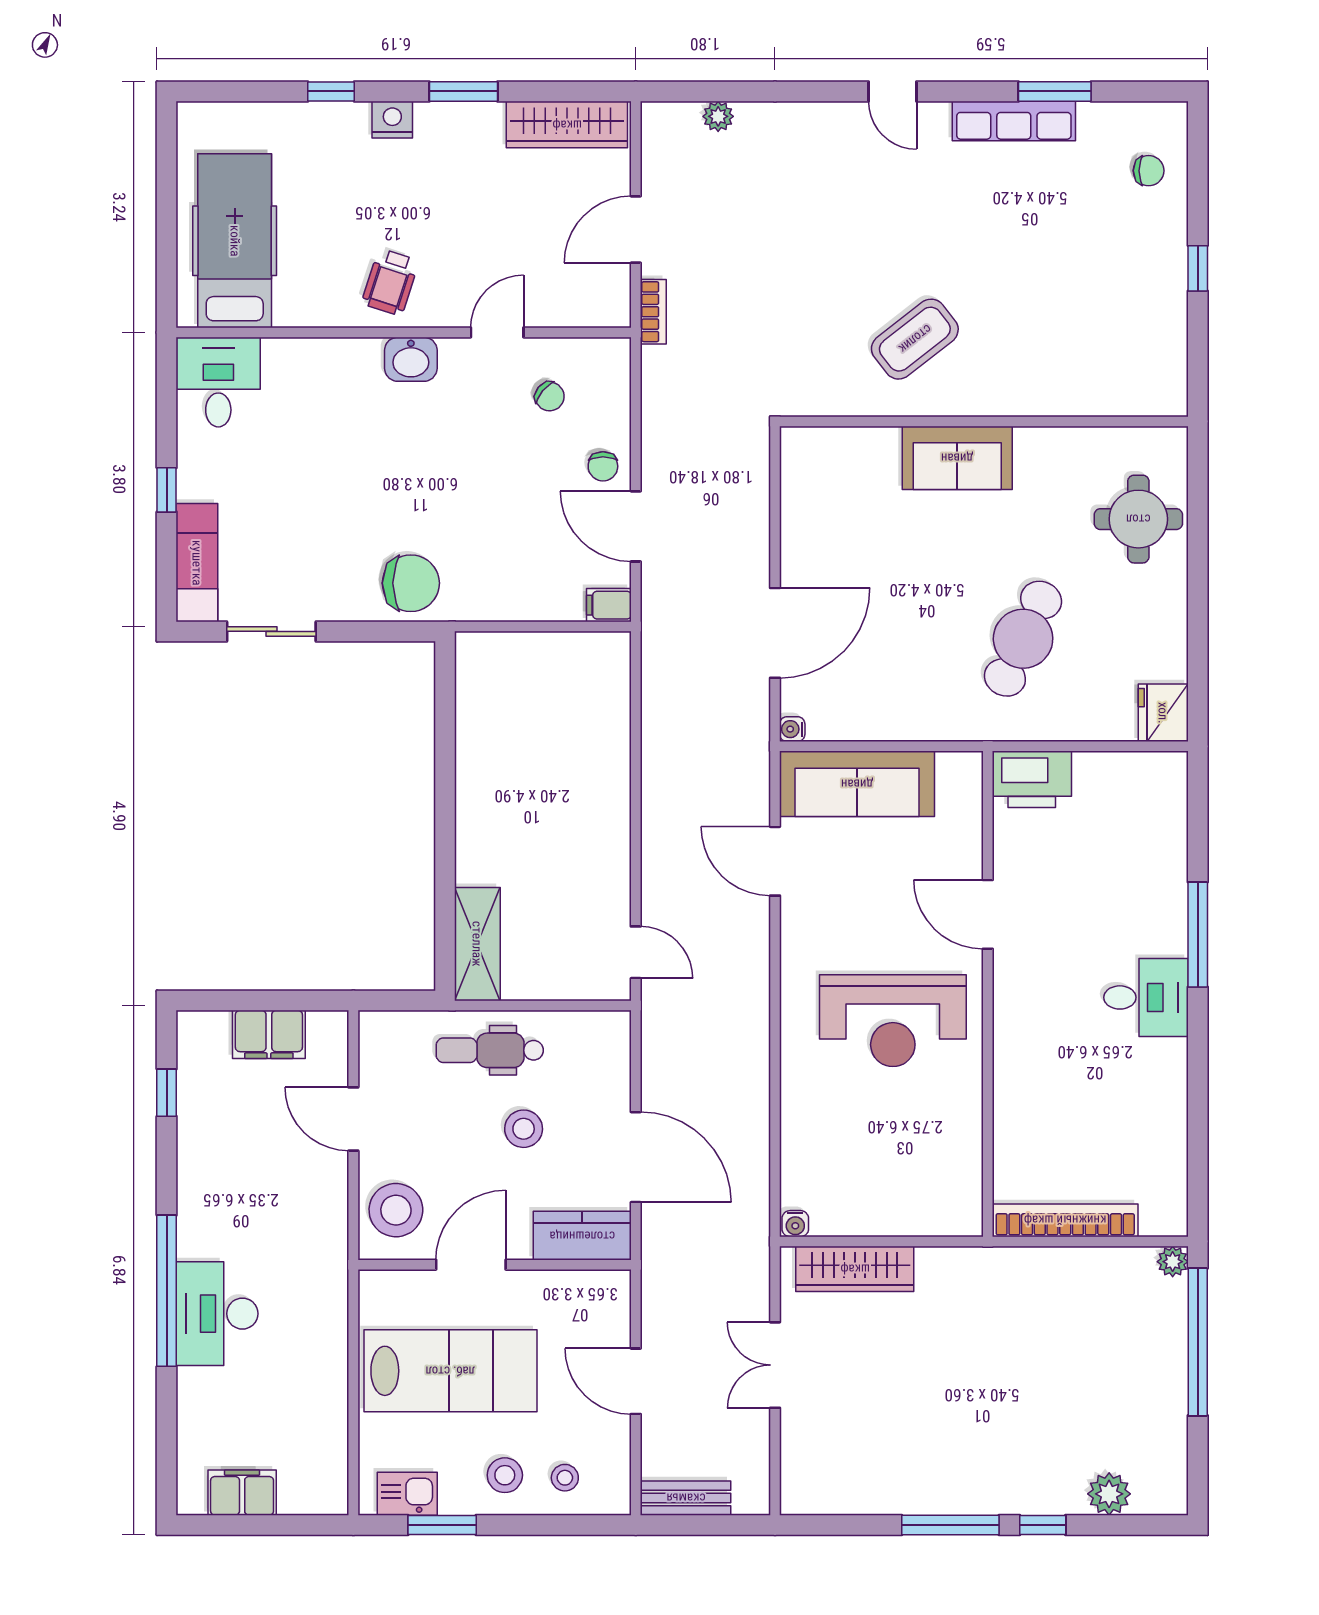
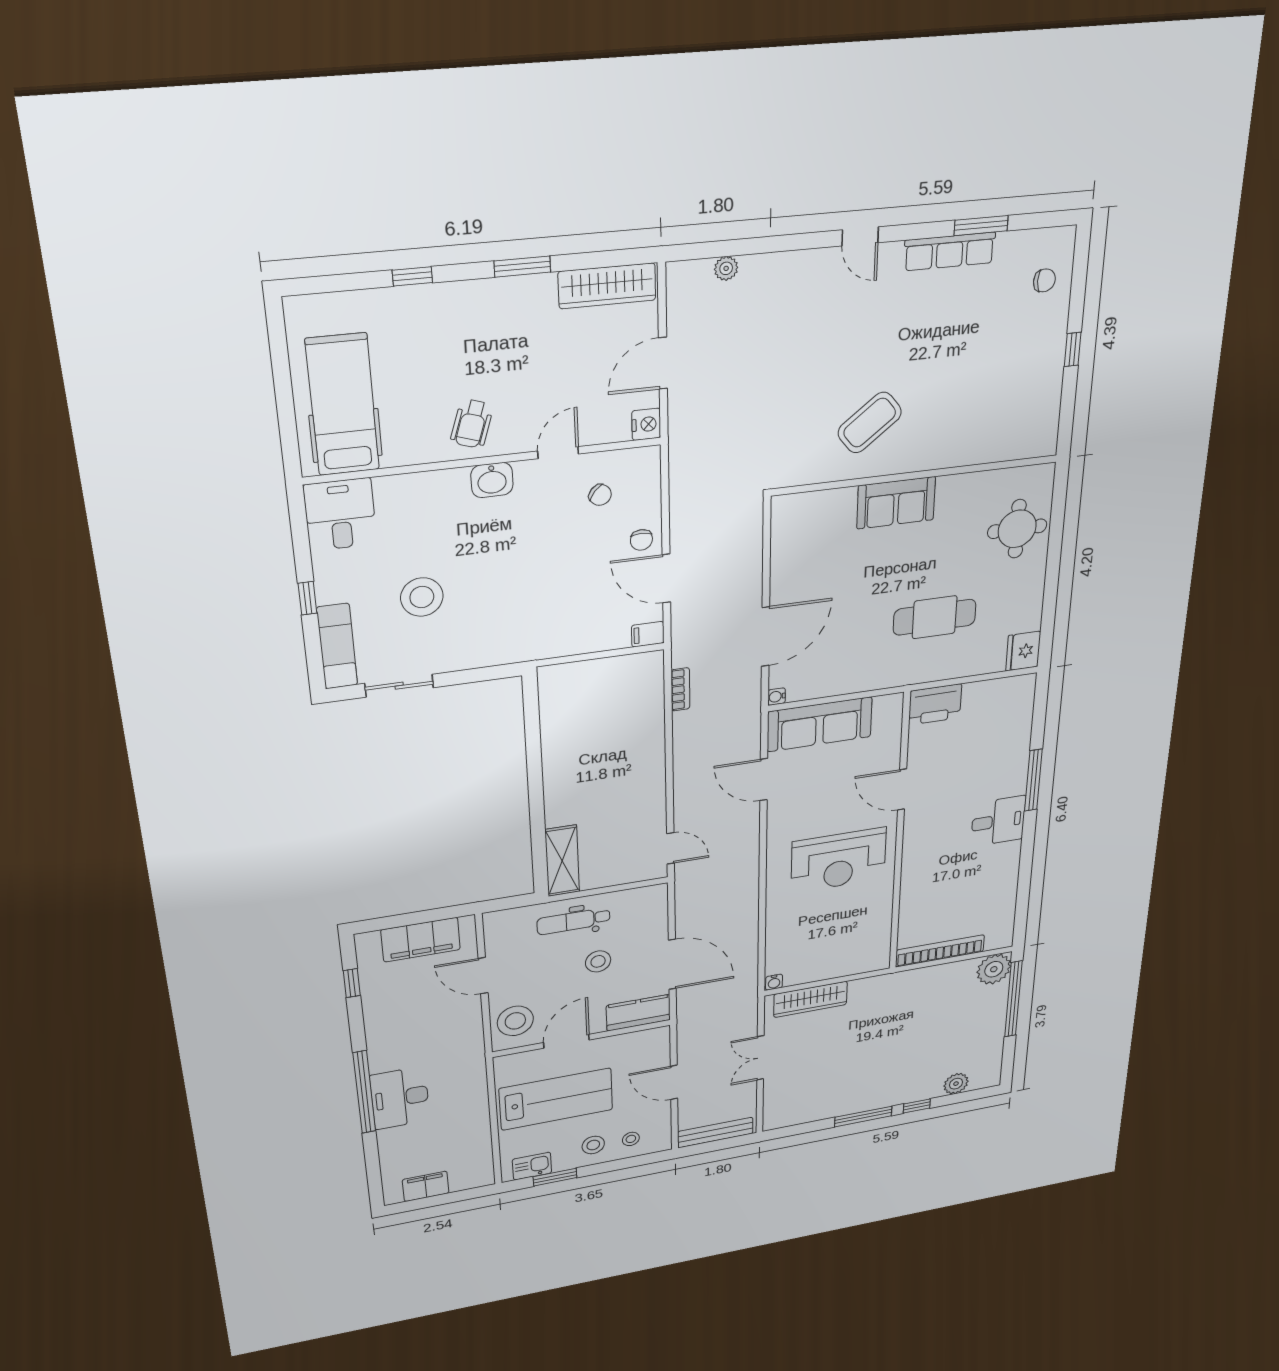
nightstand: (392, 120) -> (646, 424), moved, turned 90
bookcase: (653, 312) -> (680, 689), moved
stool: (311, 508) -> (422, 597), added
chair: (411, 583) -> (502, 639), removed
cafe table: (1023, 639) -> (935, 617), turned 65
filing cabinet: (269, 1034) -> (421, 940), width x1.50, depth x1.17
plant: (1173, 1262) -> (994, 969), width x1.88, depth x1.88
bench: (686, 1498) -> (715, 1133), width x1.36

